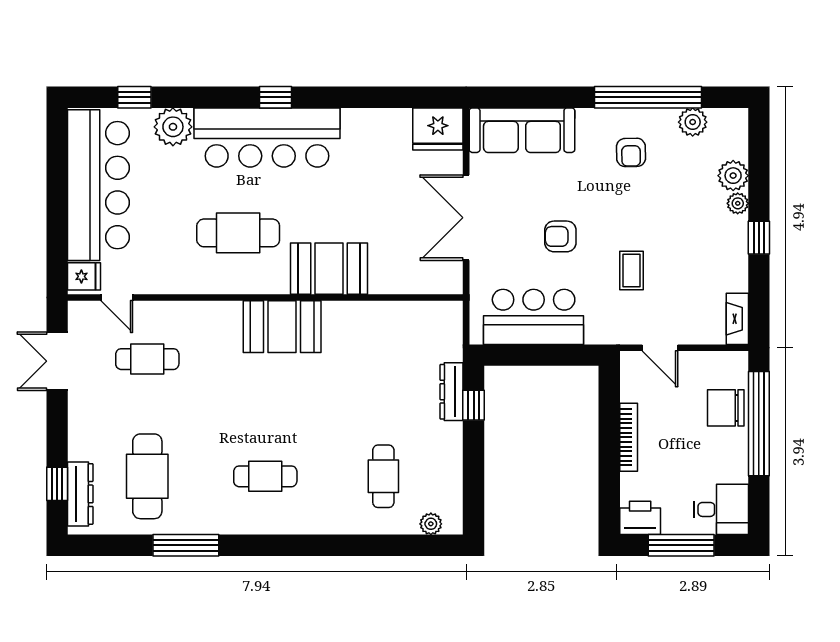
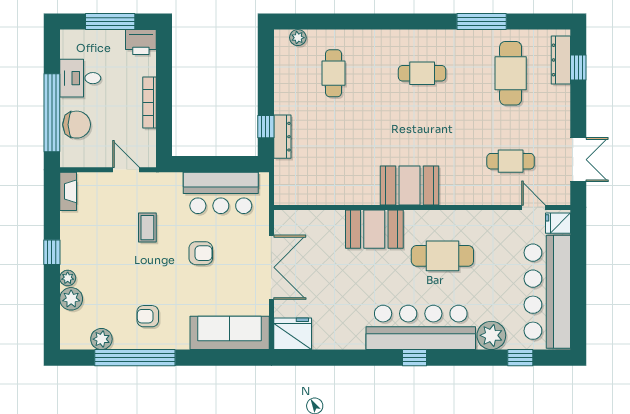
armchair: (631, 152) -> (148, 316), turned -89
desk: (721, 509) -> (80, 78), moved

